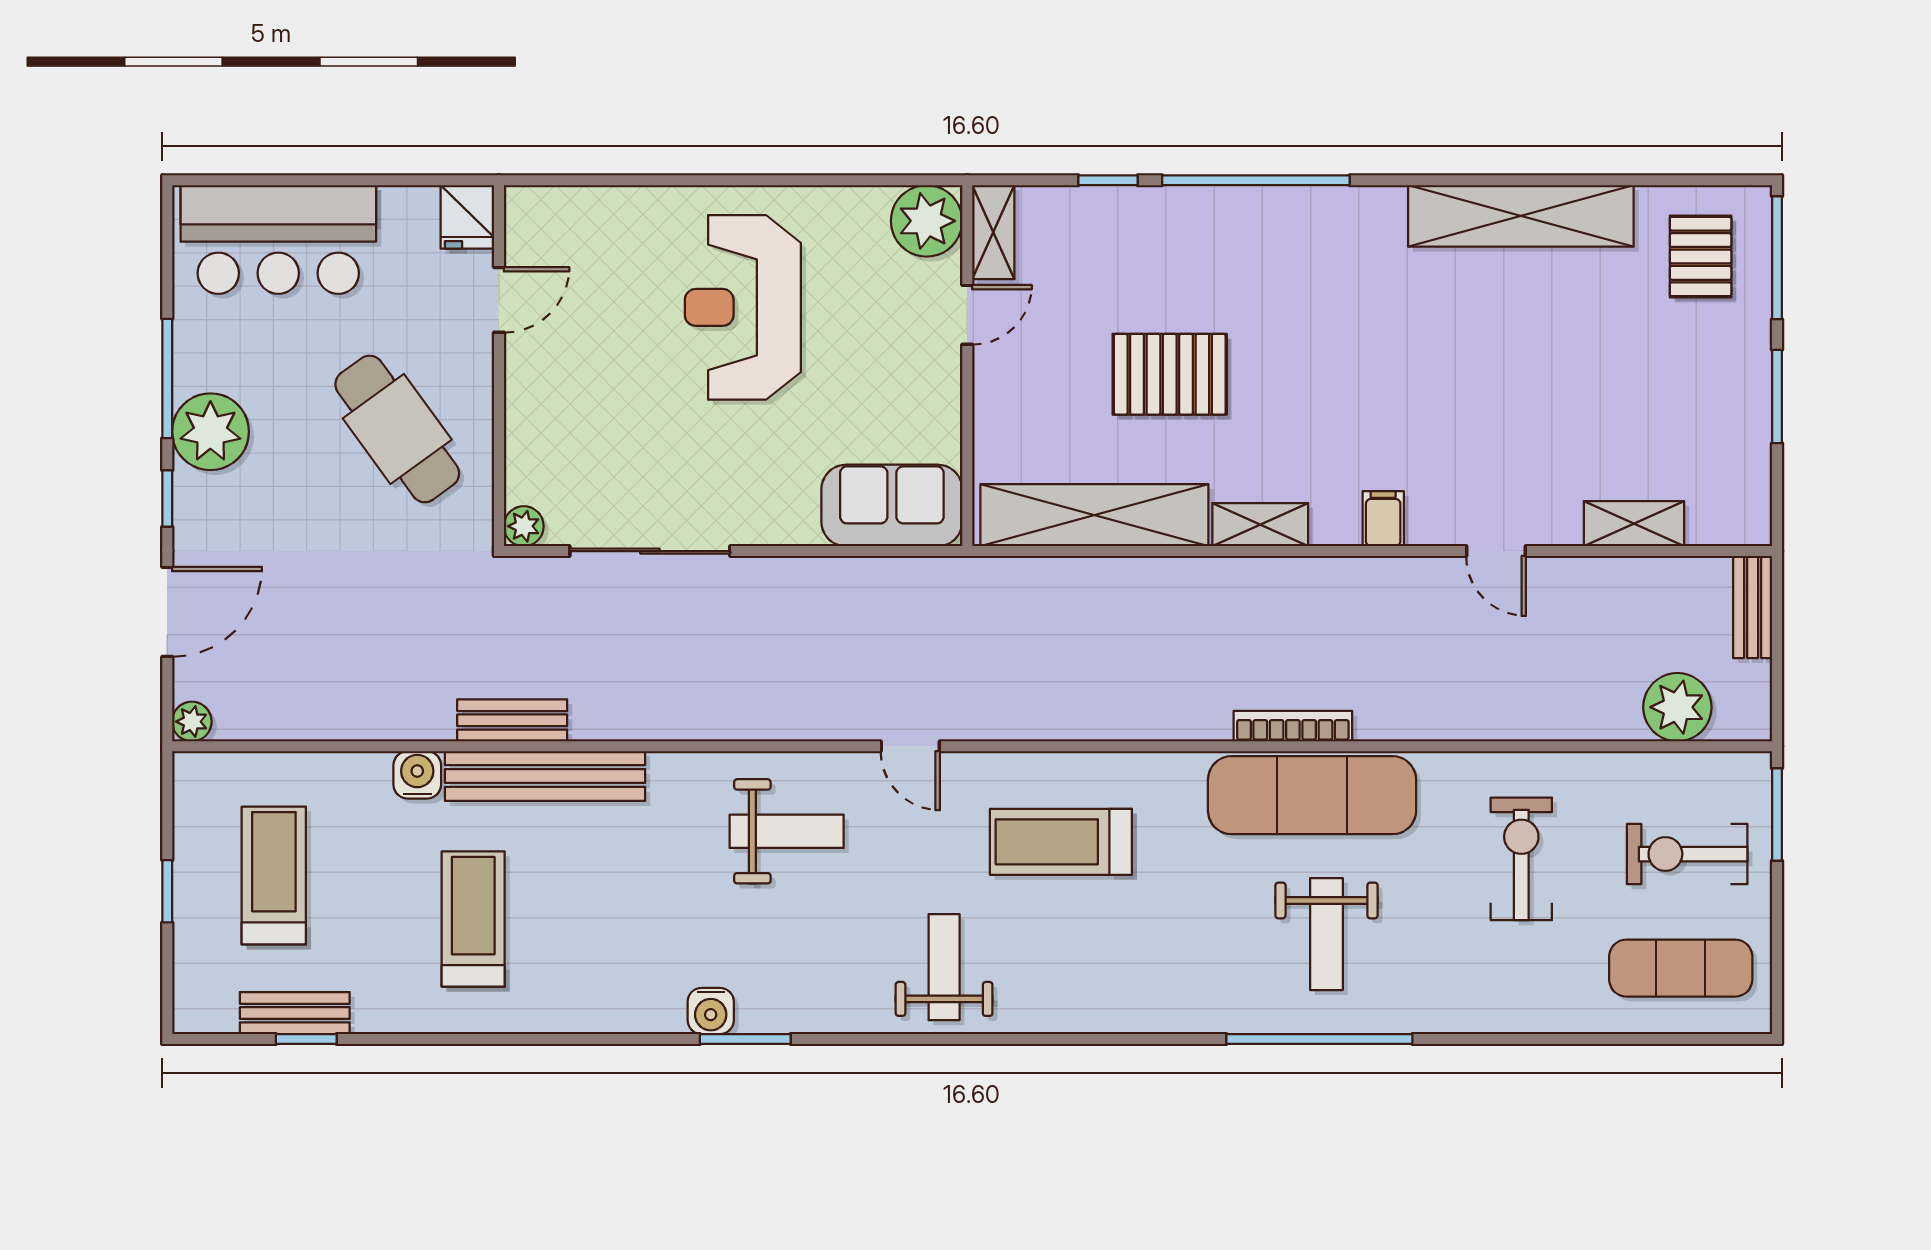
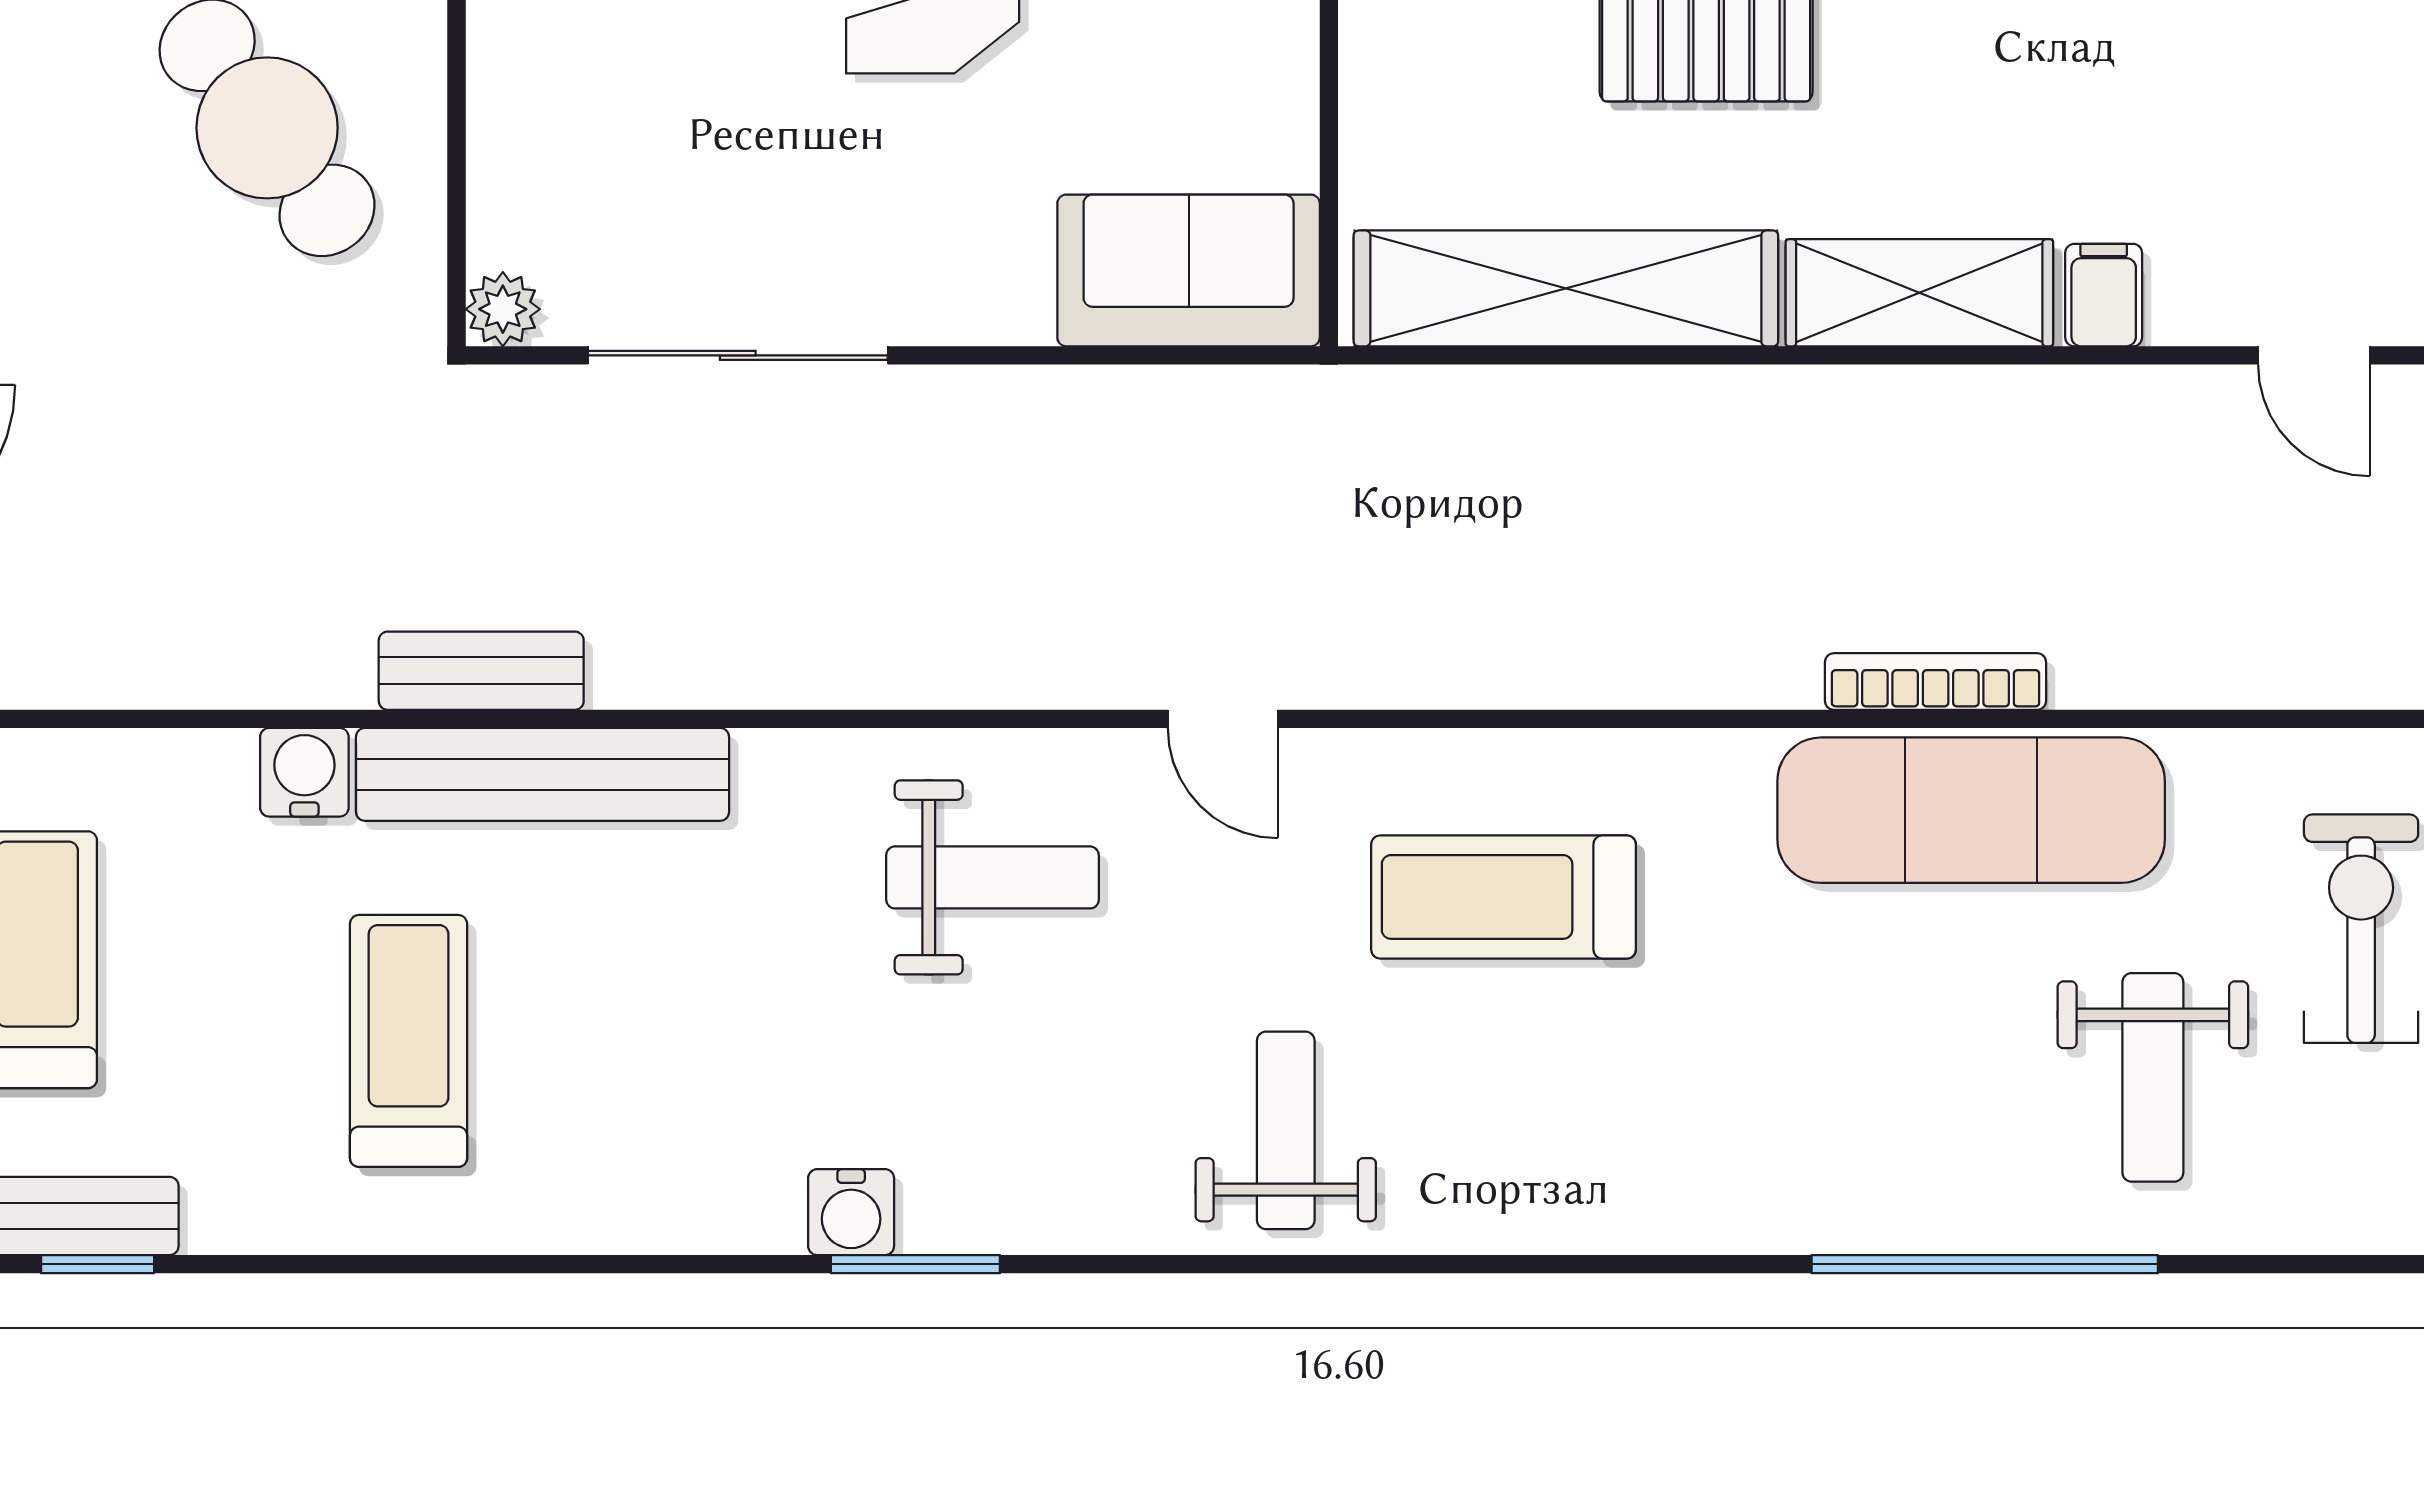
shelving: (1260, 525) -> (1919, 293), width x1.50, depth x1.33
weight bench: (1326, 934) -> (2153, 1077), moved

